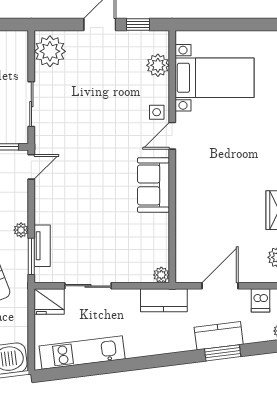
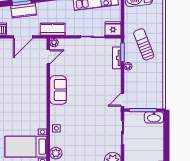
door: (172, 136) -> (48, 57), moved

